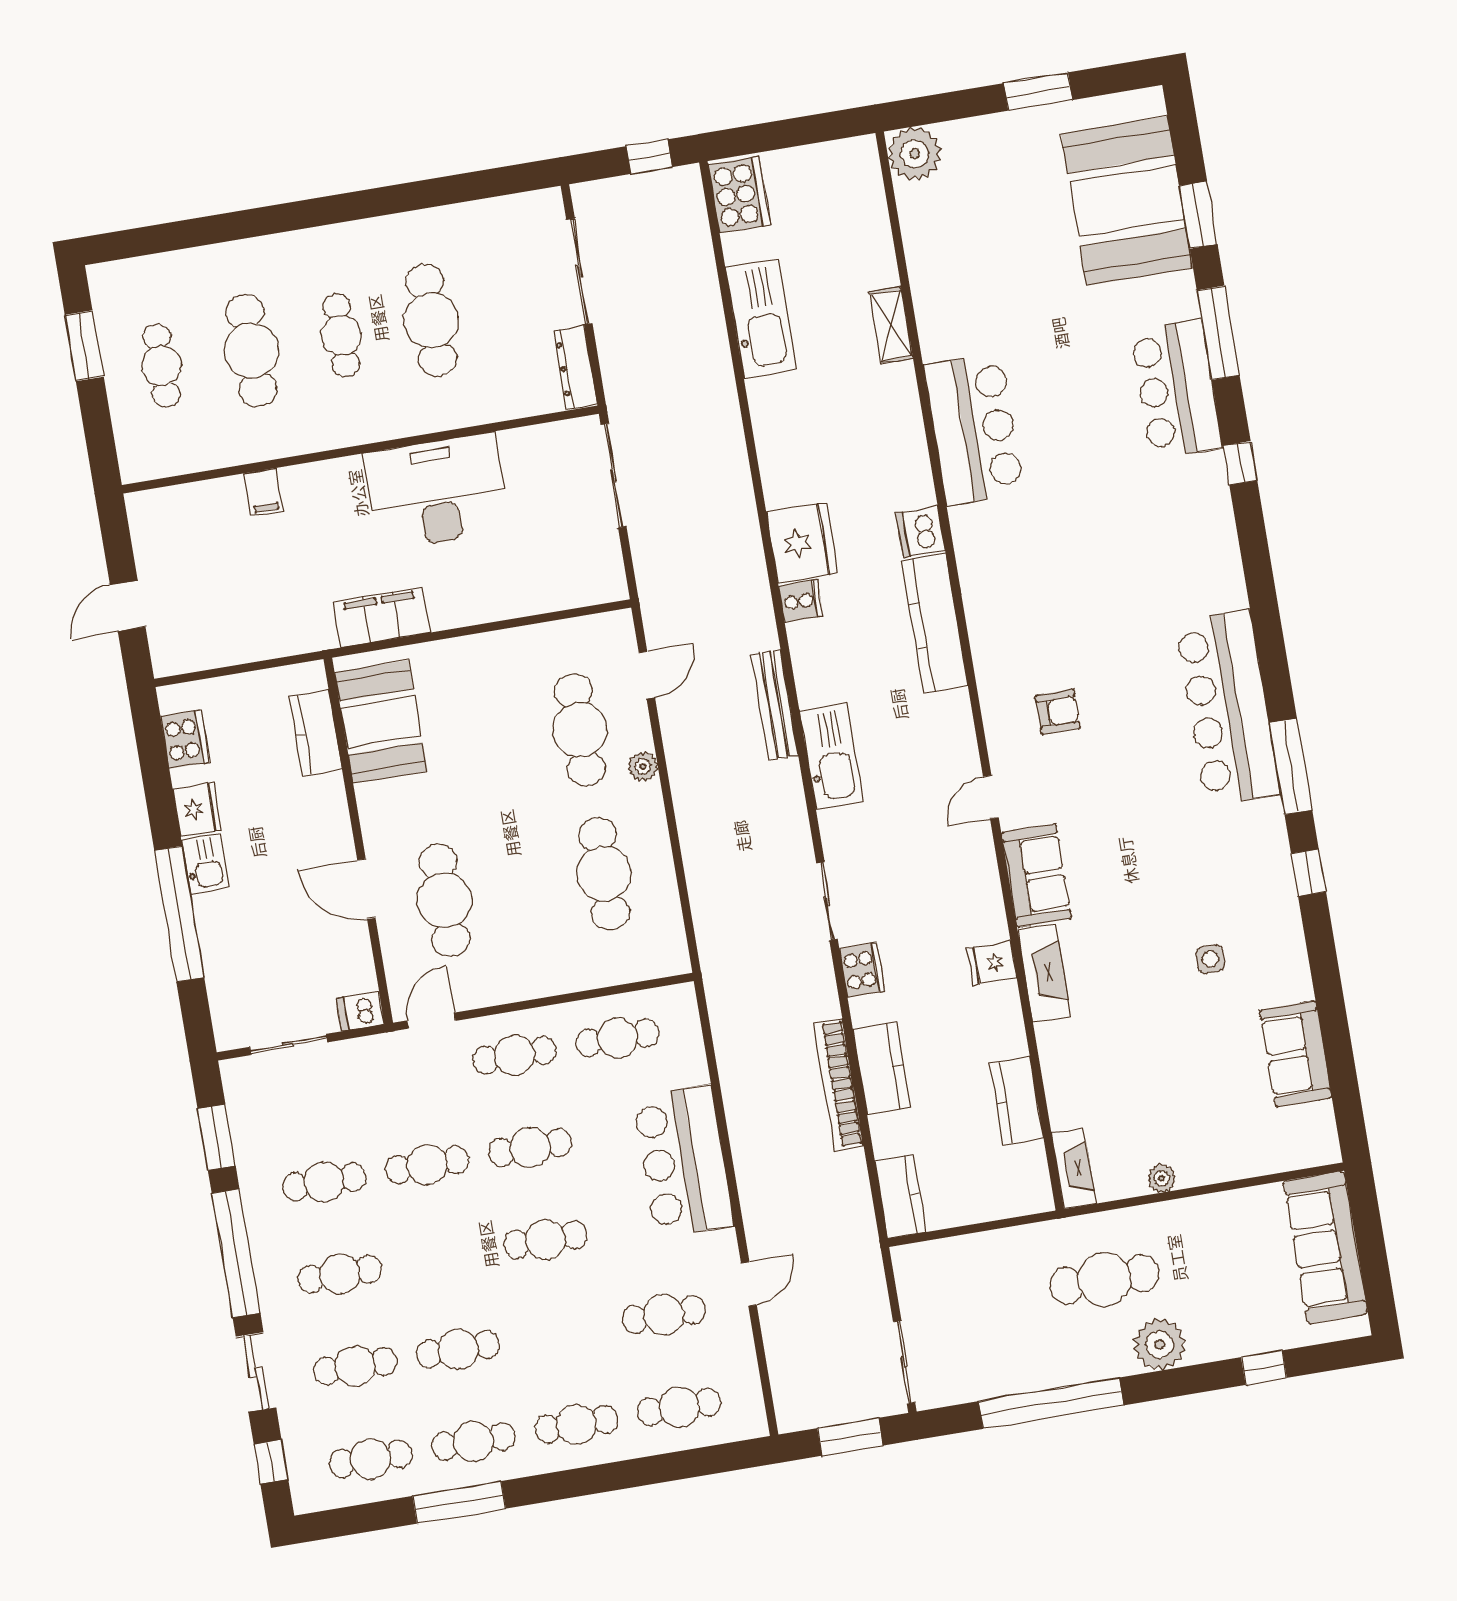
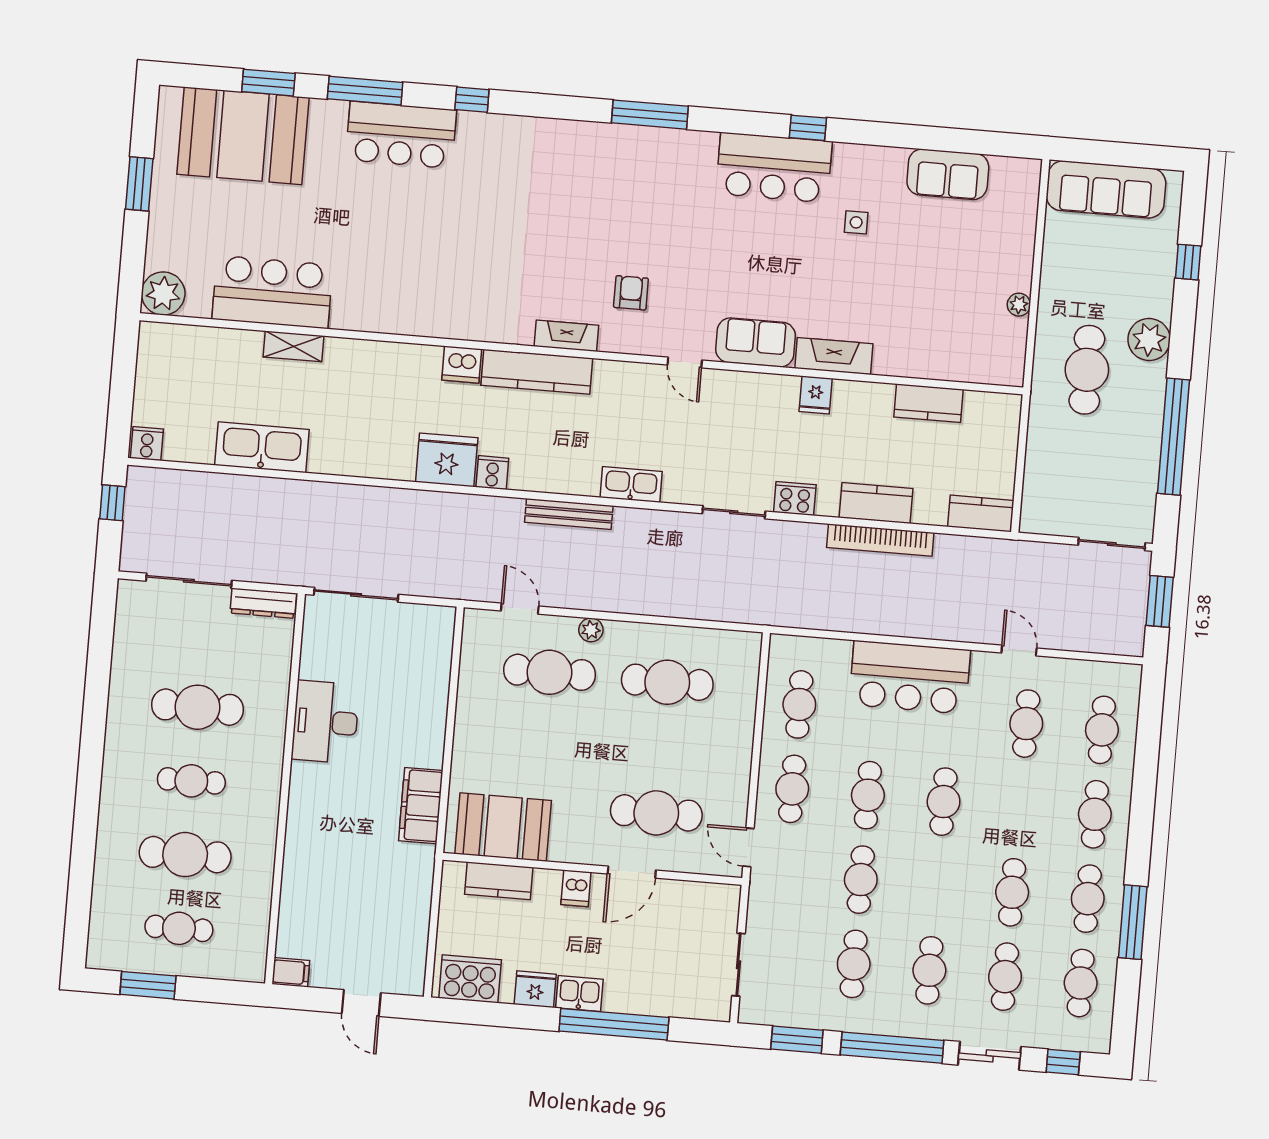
cooker: (739, 195) -> (147, 444), width x0.53, depth x0.76
bar counter: (974, 429) -> (272, 292), moved
filing cabinet: (264, 492) -> (291, 972), moved
desk: (437, 492) -> (325, 722), width x0.73, depth x0.77
bar counter: (1228, 708) -> (774, 168), moved, width x0.73
cooker: (185, 739) -> (470, 979), width x1.37, depth x1.31
kitchen sink: (831, 756) -> (631, 484), width x0.73, depth x0.81
window: (1291, 766) -> (650, 115), moved
dishwasher: (361, 1011) -> (576, 888), moved
fireplace: (1074, 1168) -> (566, 336), moved

